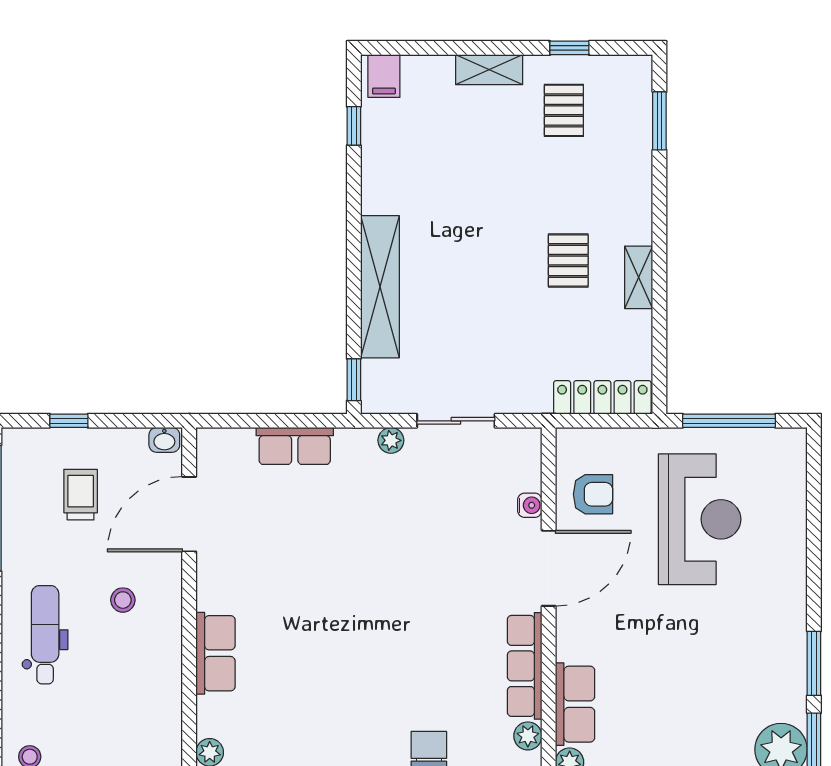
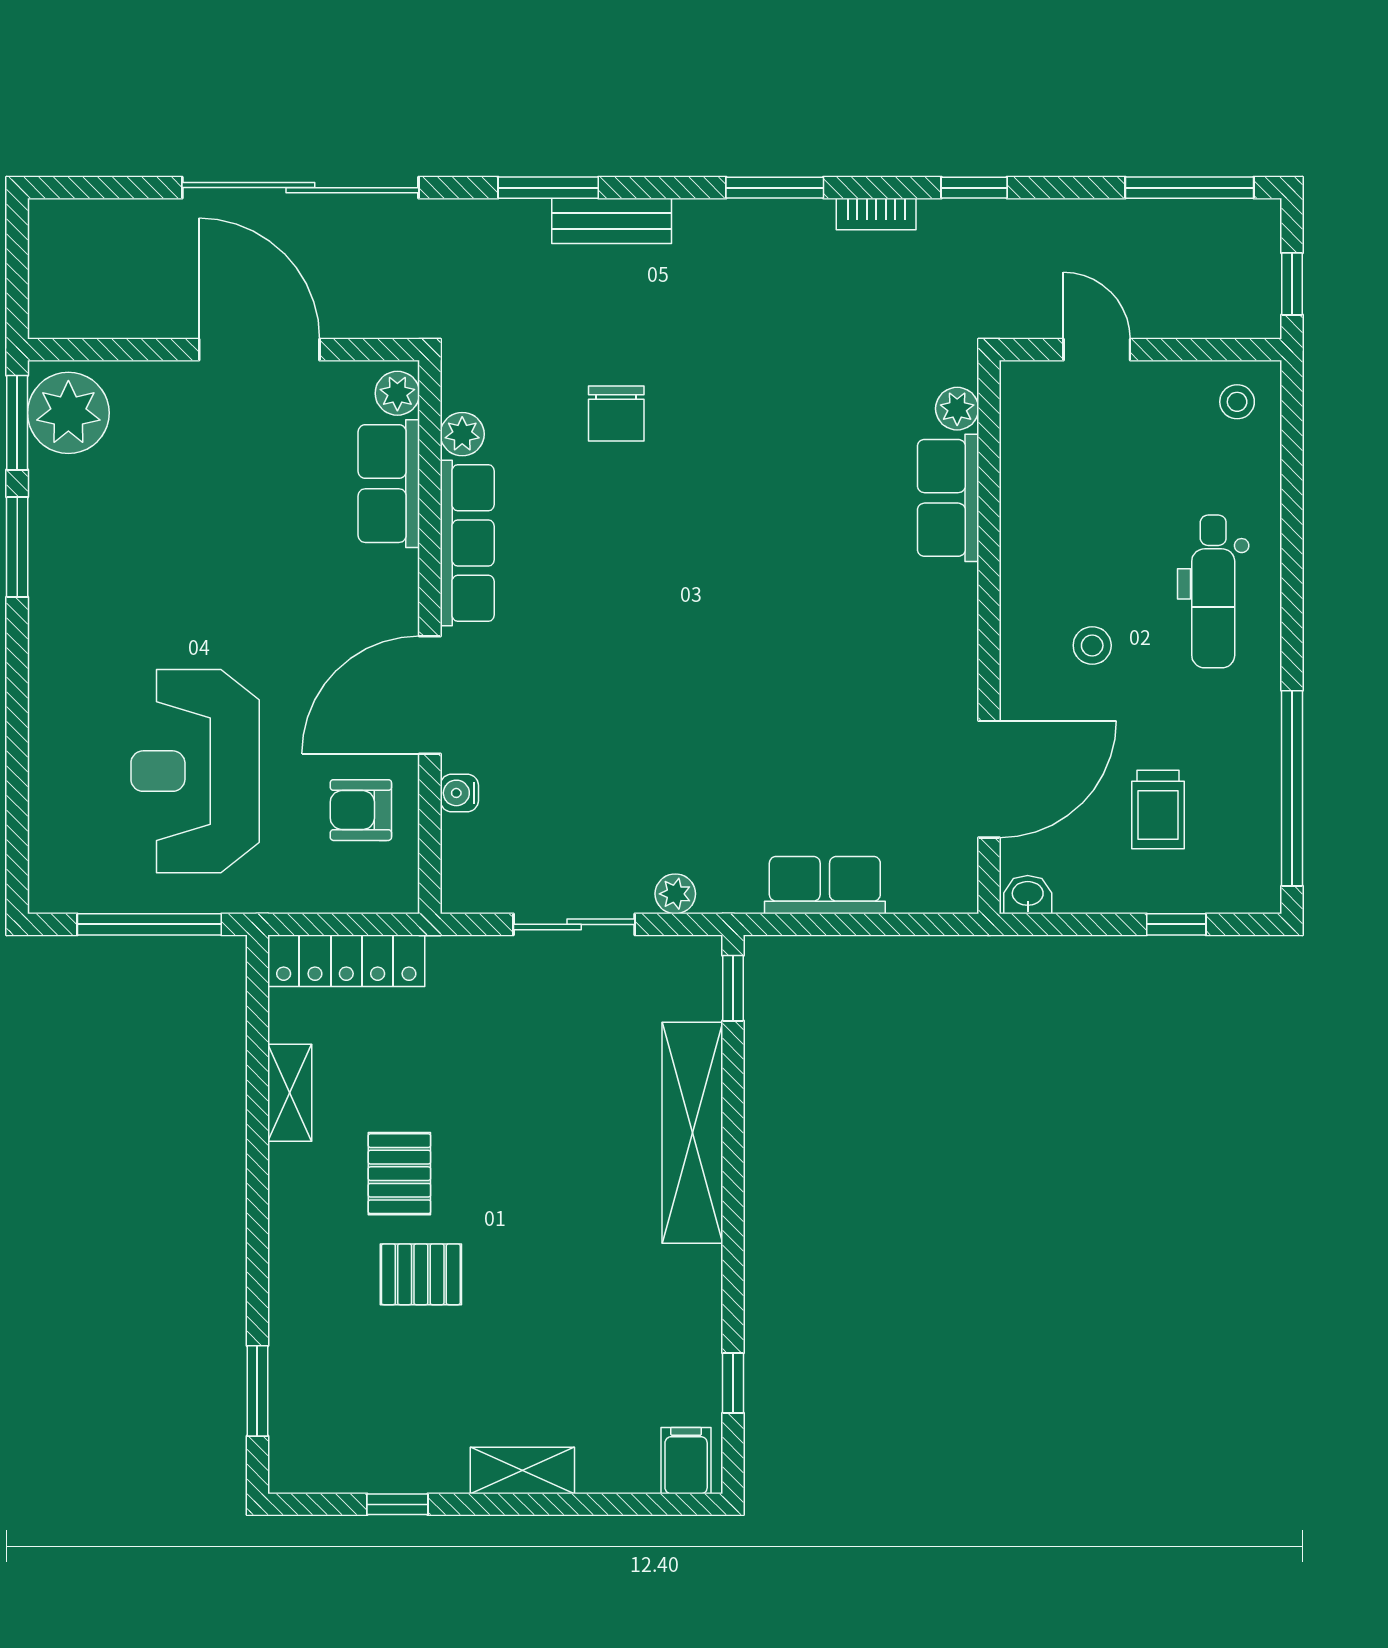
pallet: (564, 110) -> (421, 1274), moved, turned 90
shelving: (639, 277) -> (290, 1093), moved
row of seats: (216, 653) -> (948, 498), moved

